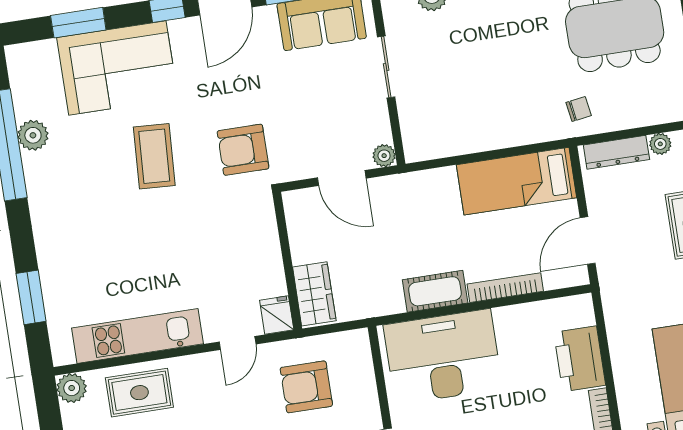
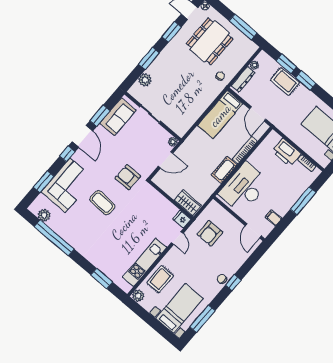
plant: (33, 135) -> (44, 215), moved
armchair: (243, 150) -> (128, 177), turned 90

